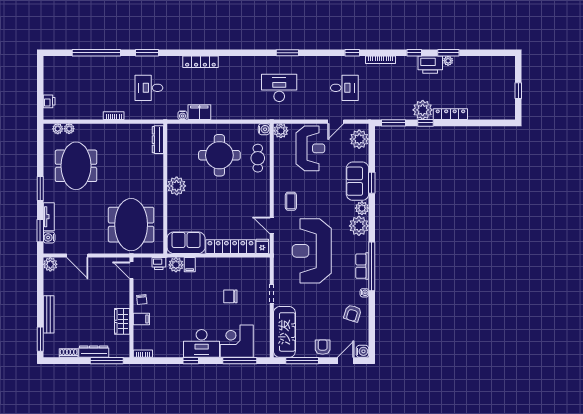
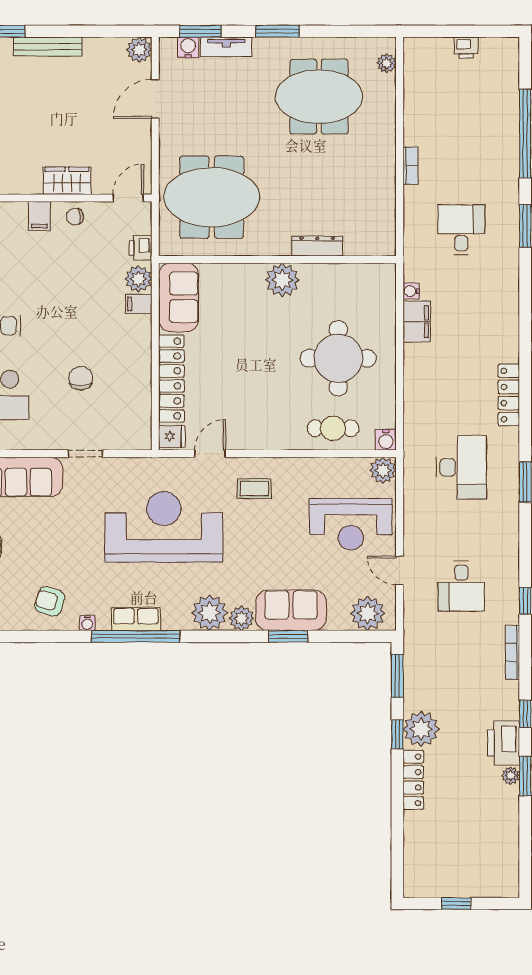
locker: (200, 62) -> (509, 395), moved
printer: (49, 101) -> (466, 48), moved
plant: (69, 129) -> (387, 84), removed
dresser: (158, 140) -> (317, 246), moved
wardrobe: (122, 321) -> (67, 181), moved

